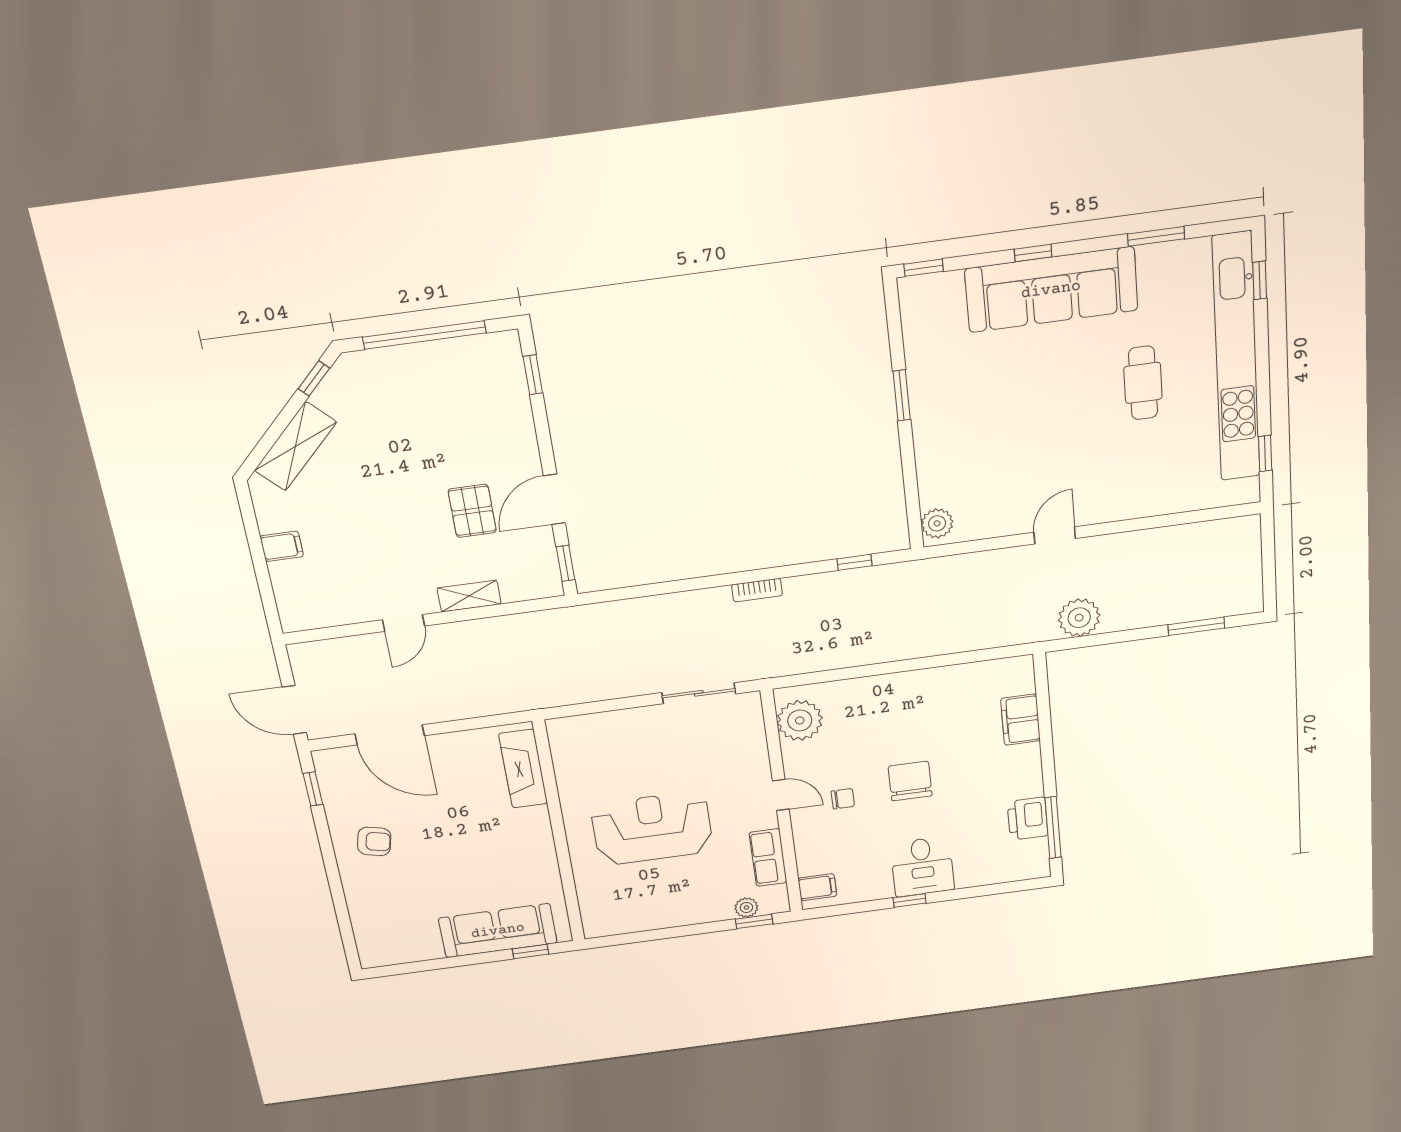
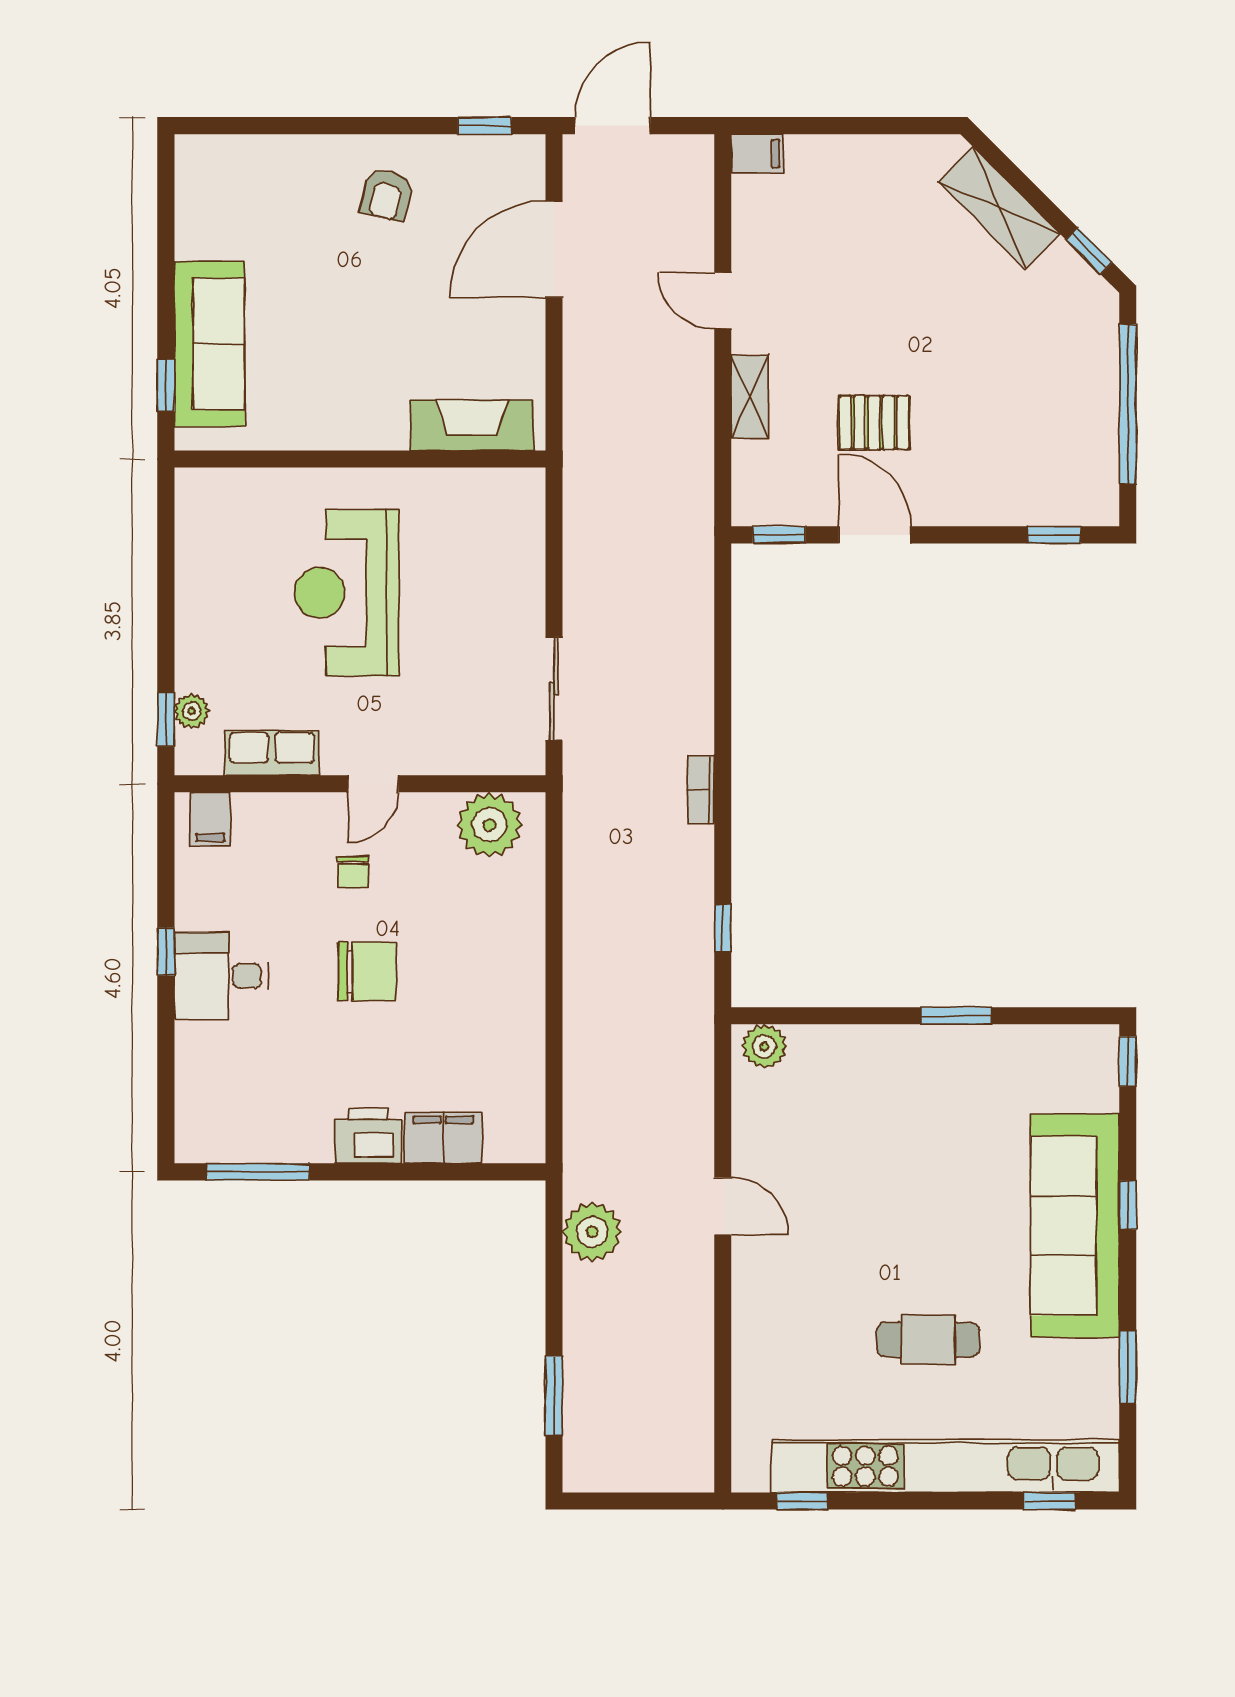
filing cabinet: (282, 546) -> (757, 154), moved, turned -90
printer: (1028, 819) -> (368, 1136), moved
reception desk: (652, 828) -> (347, 593), turned 180

